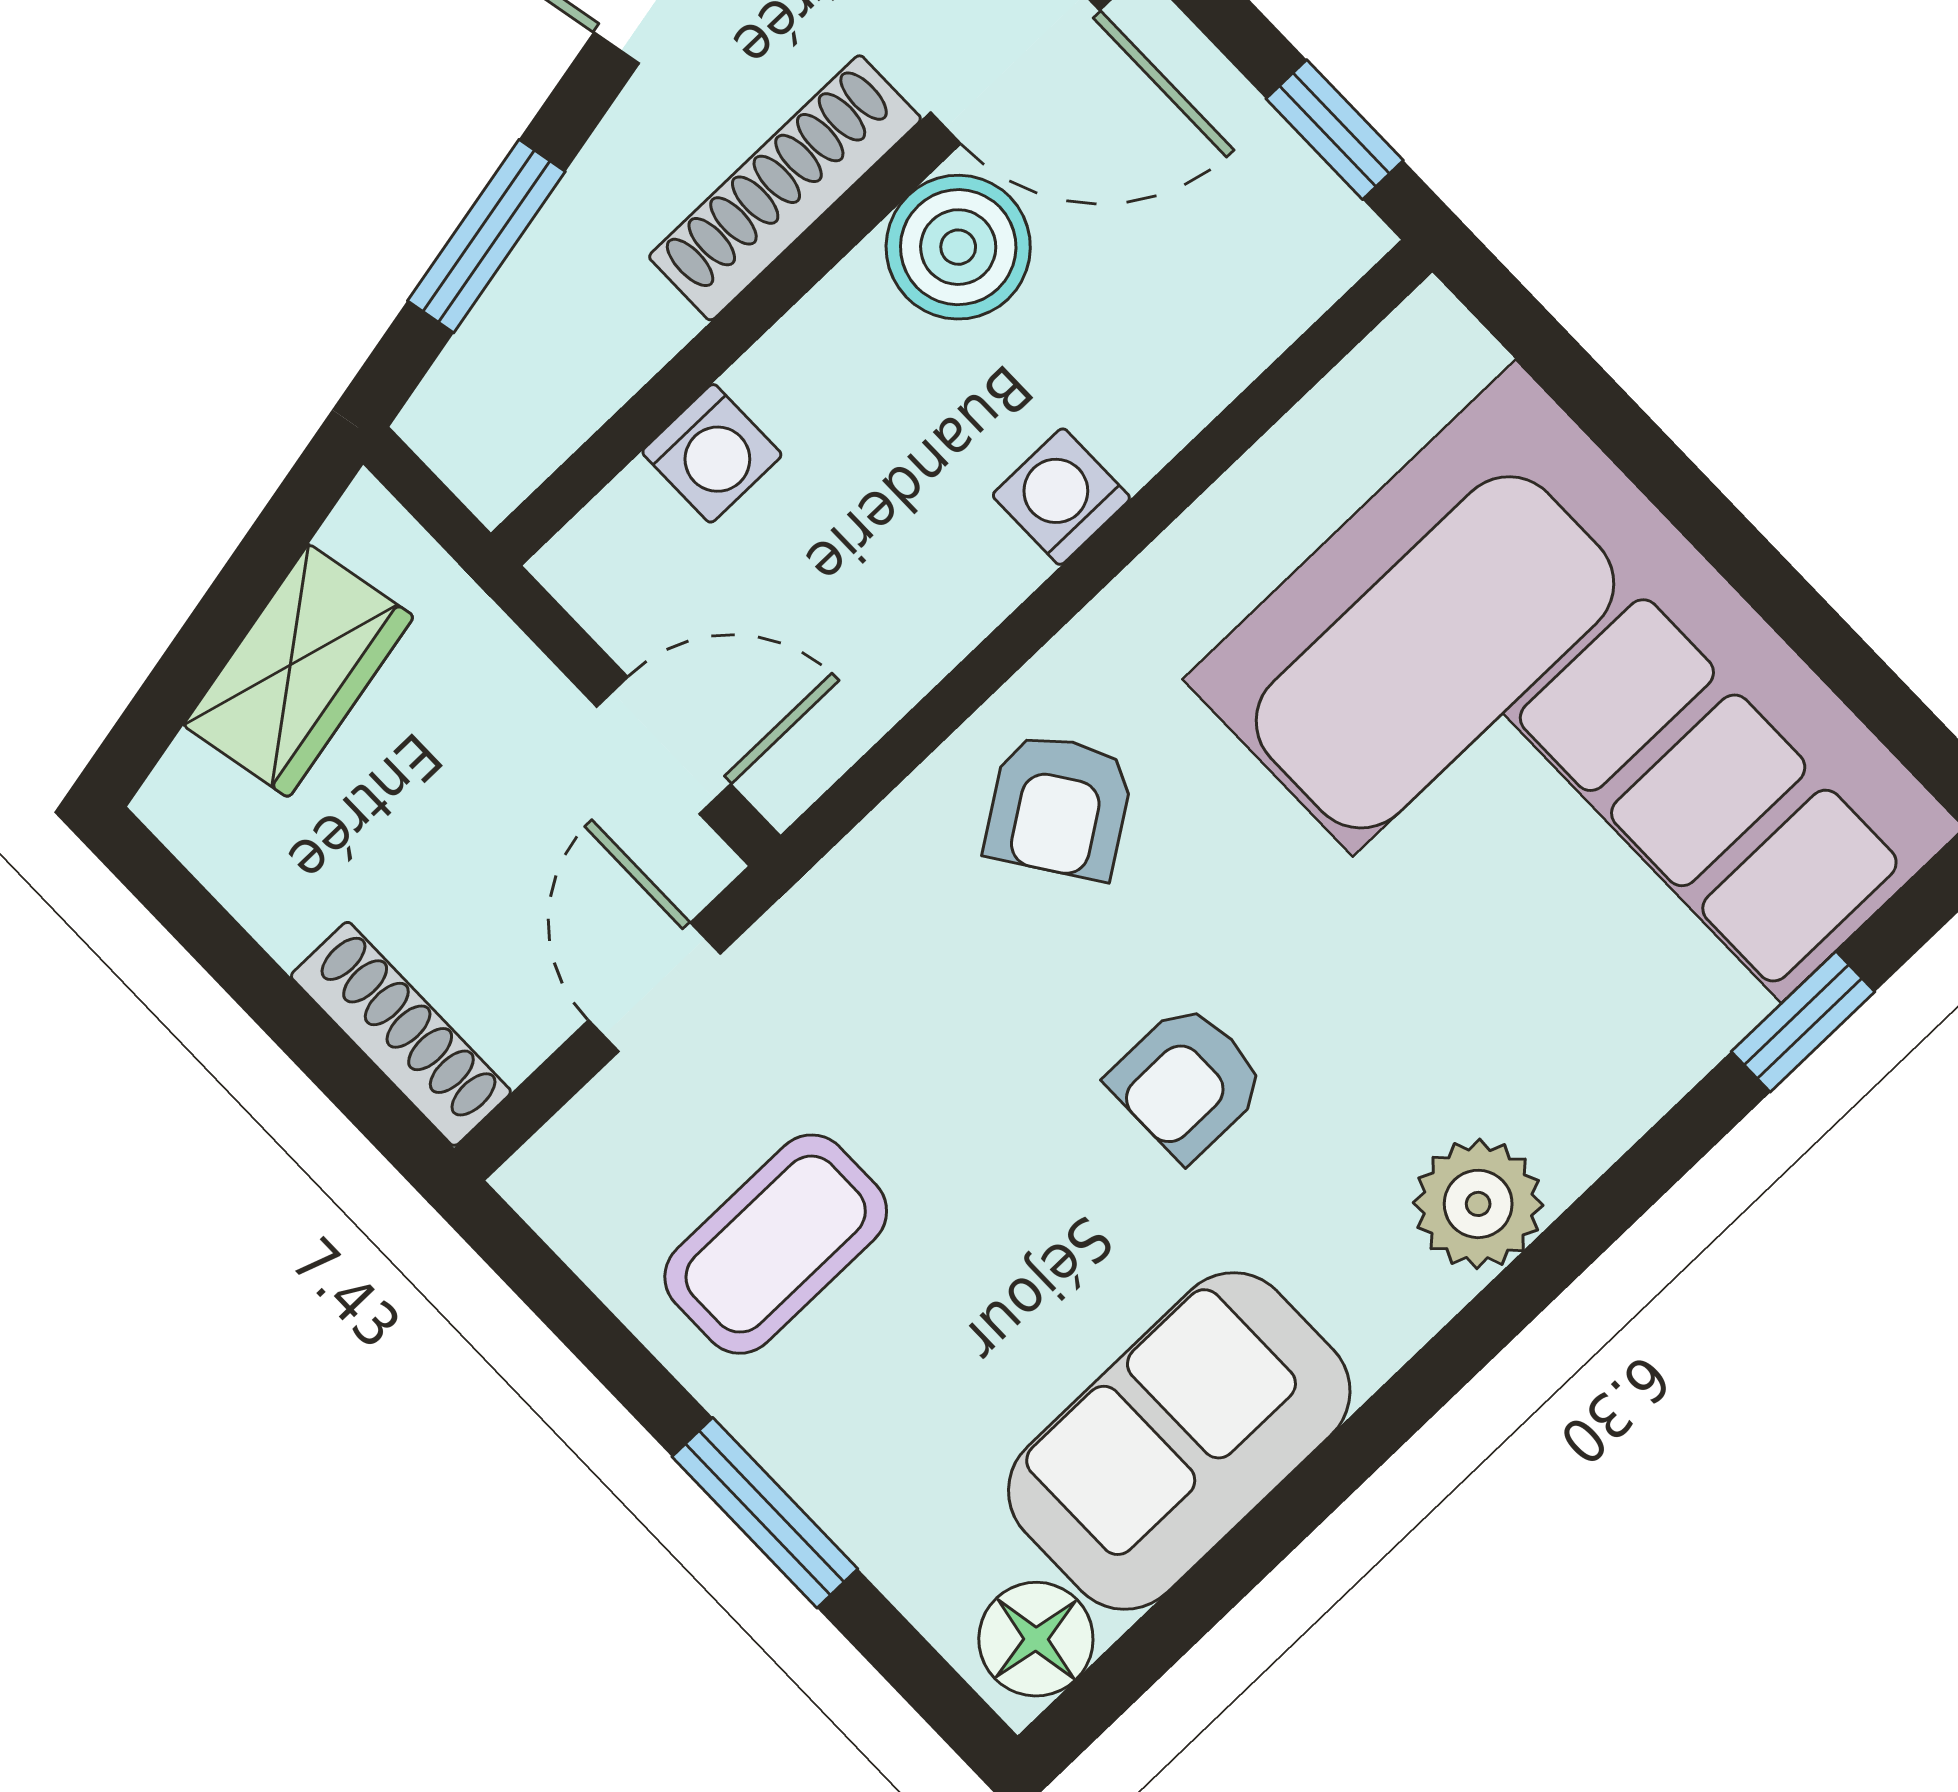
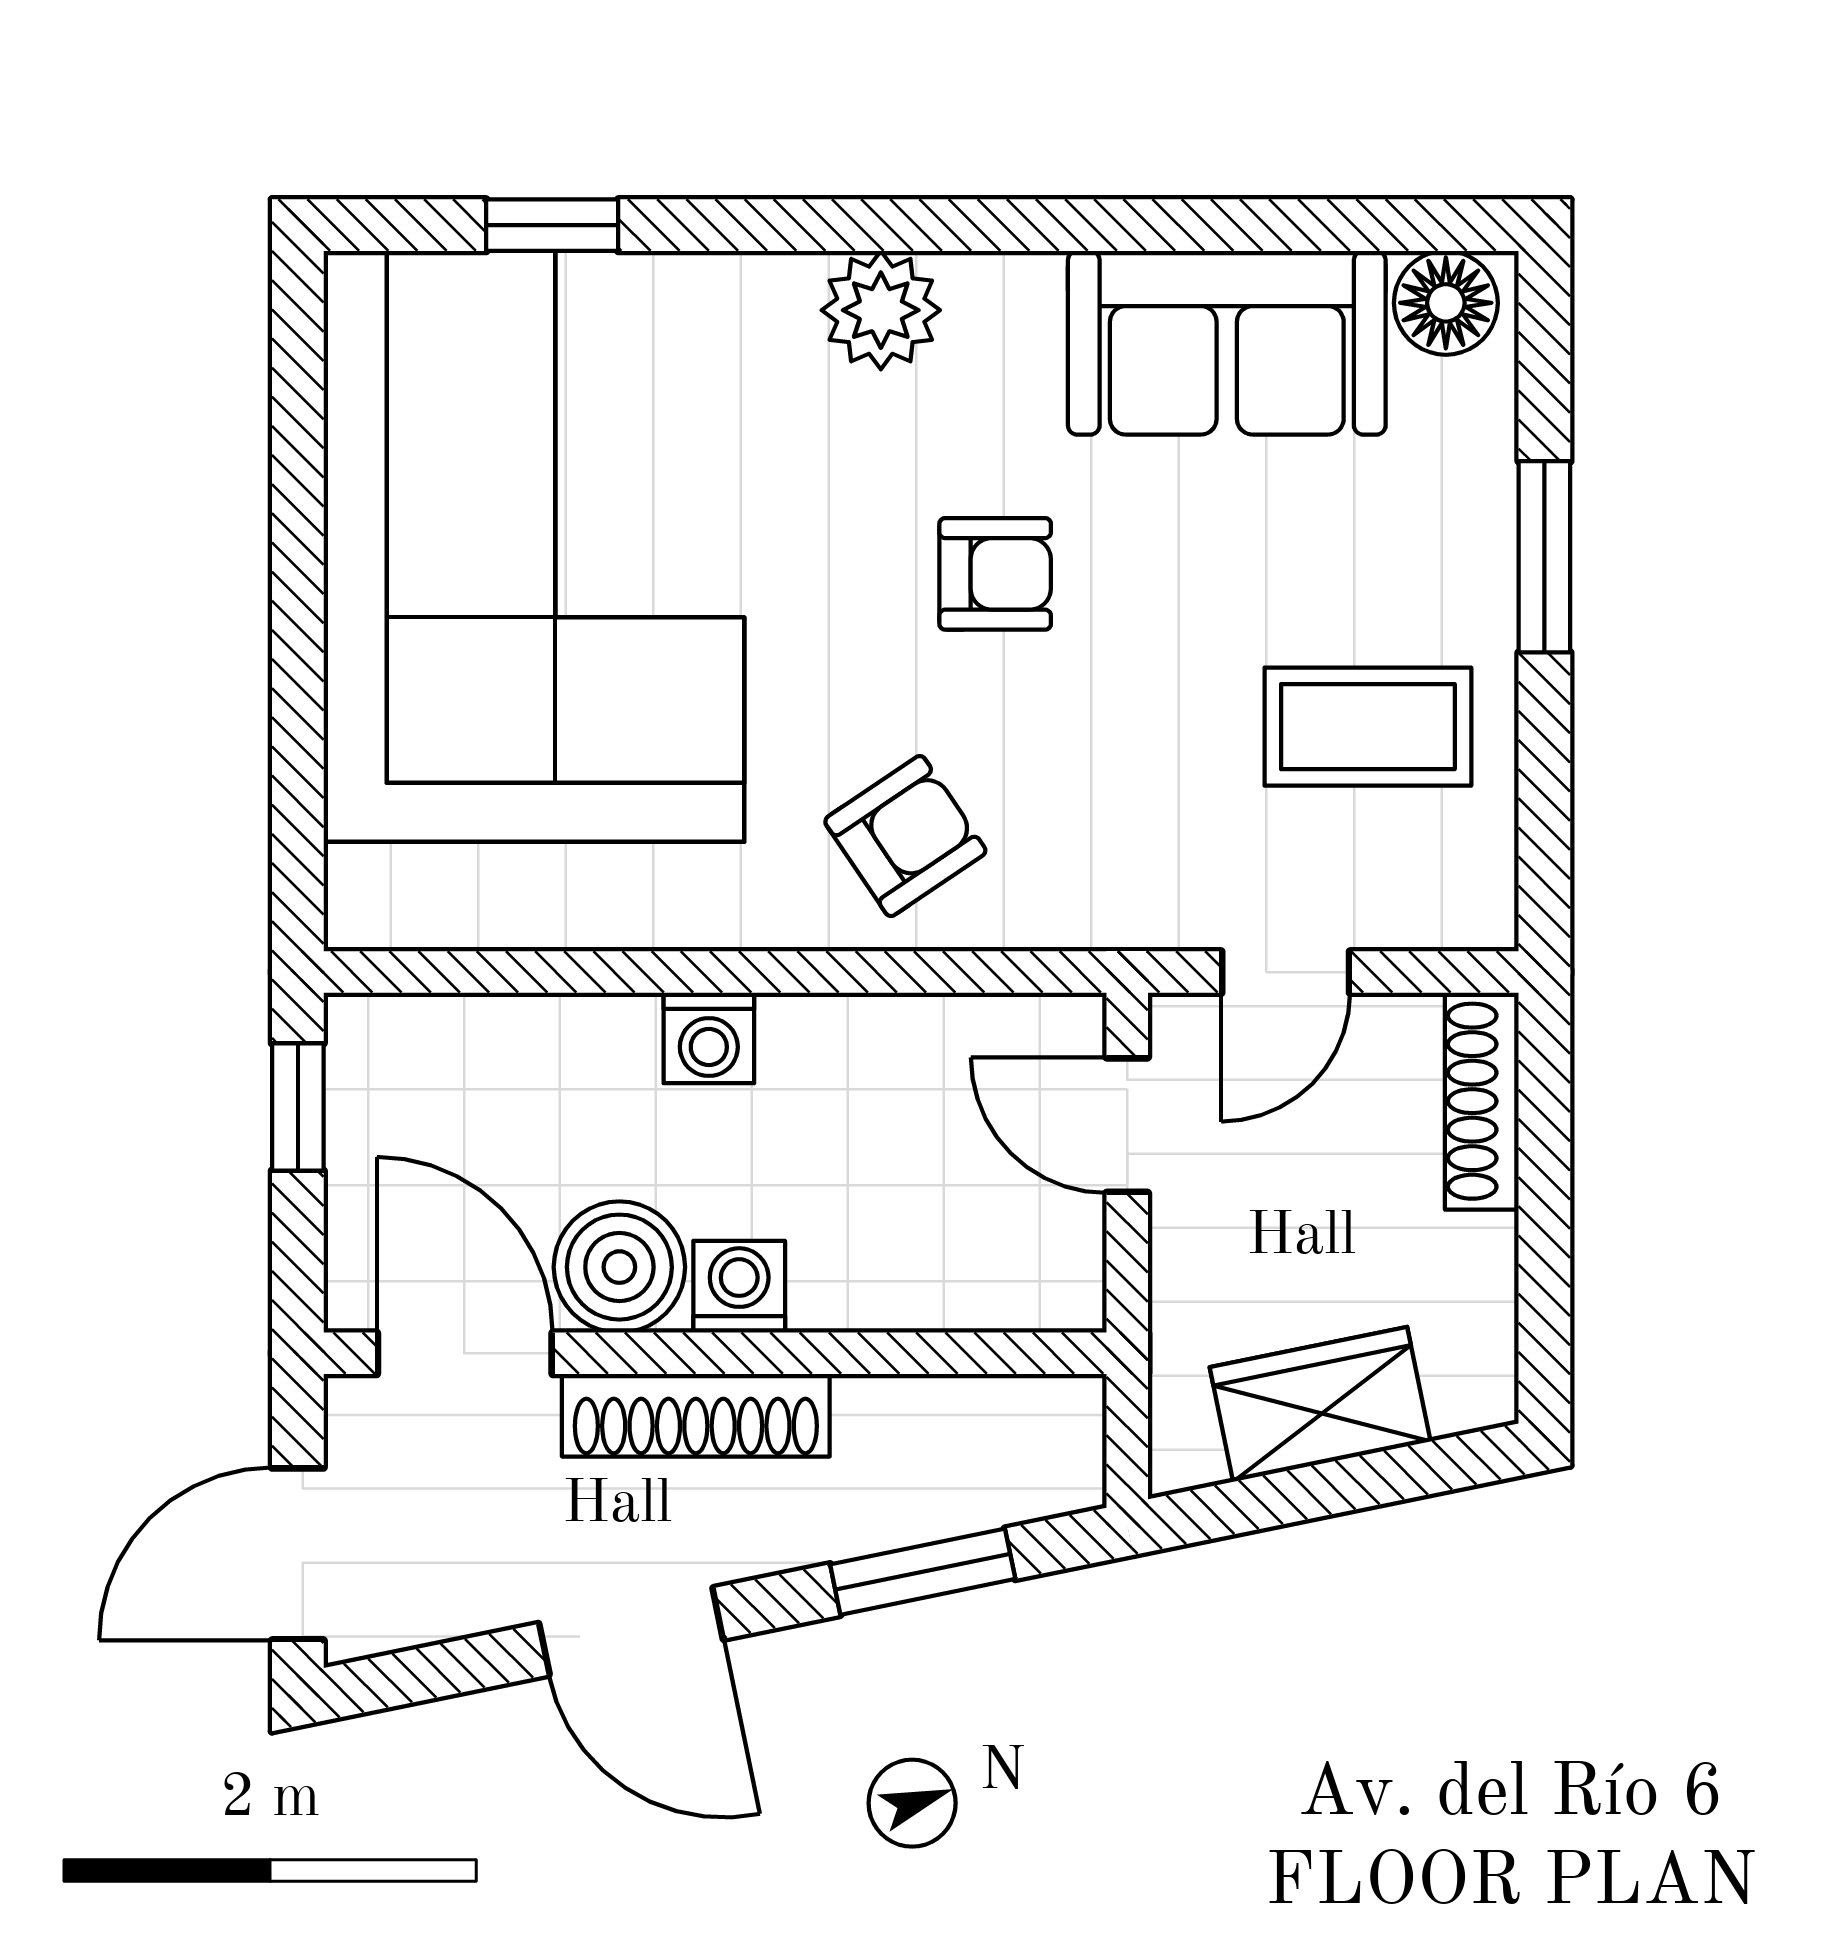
washing machine: (712, 453) -> (739, 1287), moved

